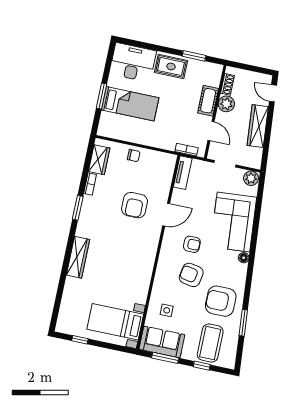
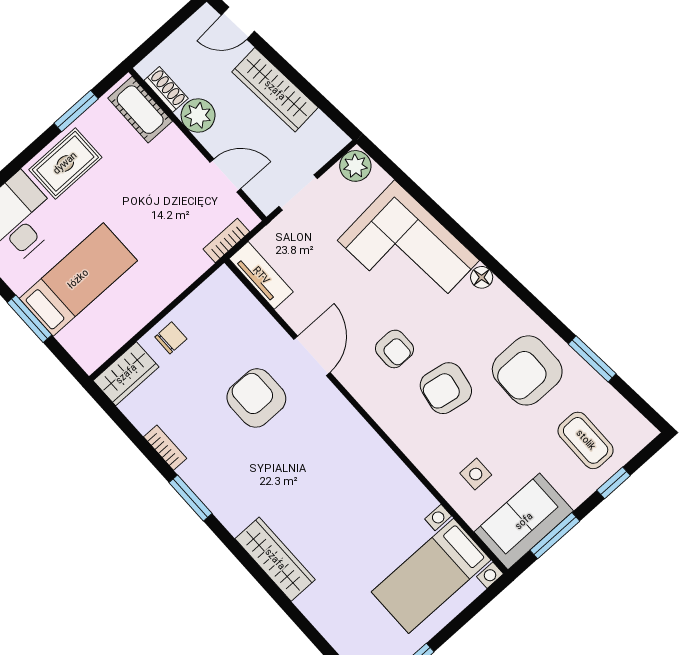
cot: (208, 101) -> (140, 110), moved
wardrobe: (99, 160) -> (126, 374), moved, turned 90
armchair: (135, 205) -> (256, 398), turned 180
armchair: (192, 244) -> (394, 349), turned 90
coffee table: (210, 343) -> (586, 440), width x0.73, depth x0.76

